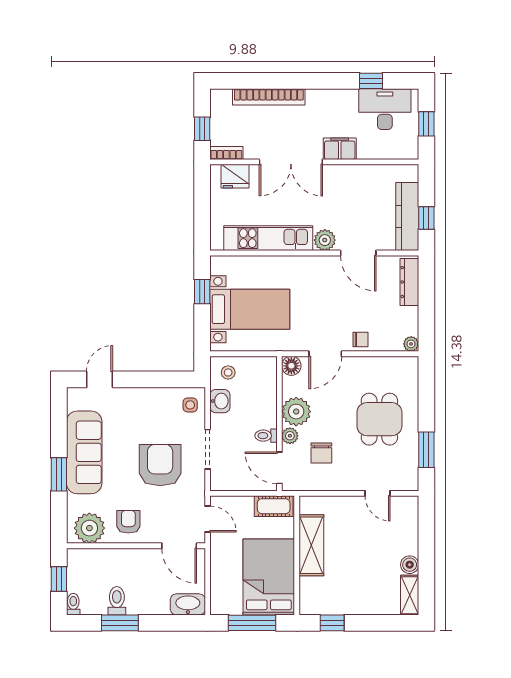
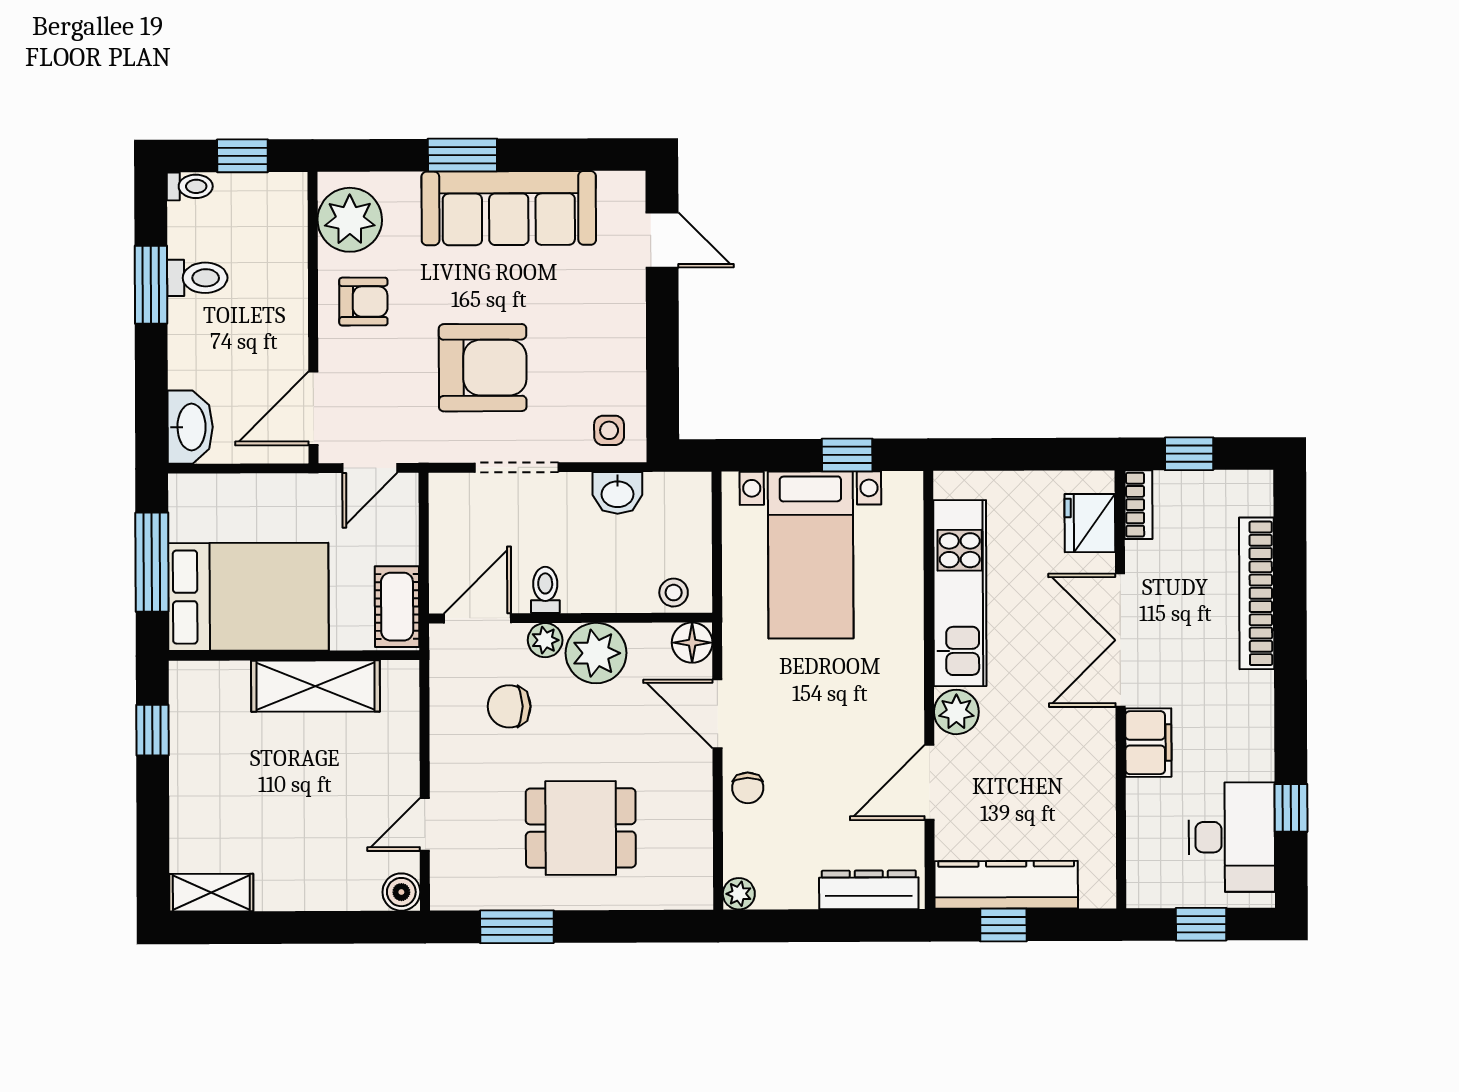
stool: (228, 372) -> (674, 593), moved
boiler: (410, 565) -> (401, 892), moved

